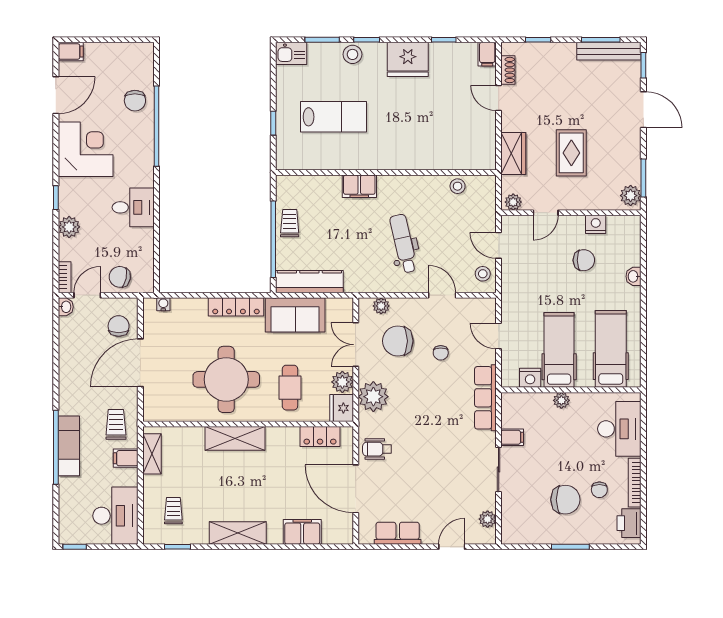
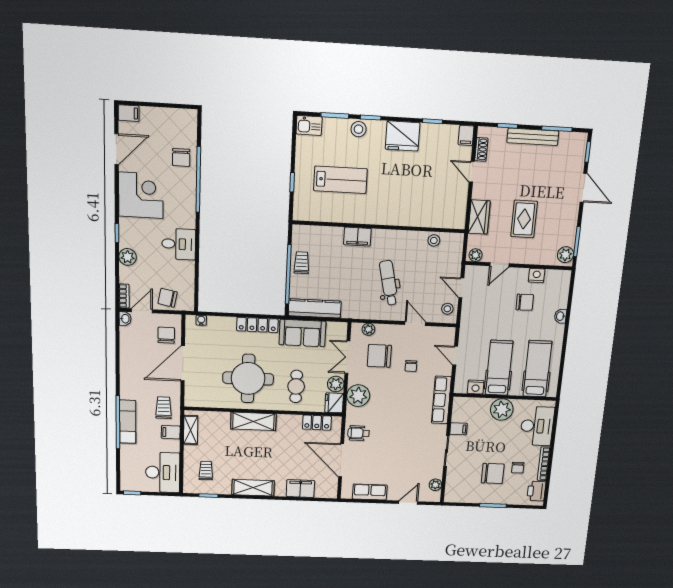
bench: (609, 51) -> (533, 137), moved
plant: (561, 400) -> (502, 409), width x1.87, depth x1.87

